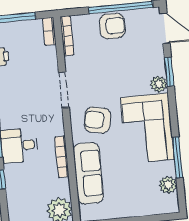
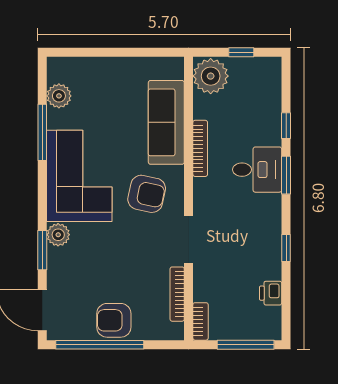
bookcase: (67, 36) -> (177, 294), moved

